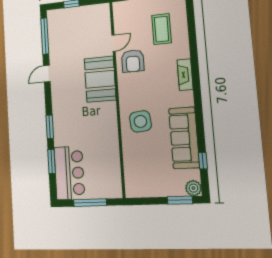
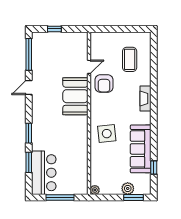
plant: (193, 188) -> (128, 188), moved
plant: (131, 192) -> (95, 190), added

